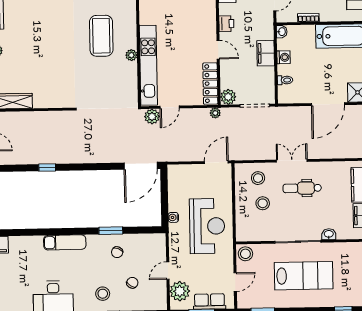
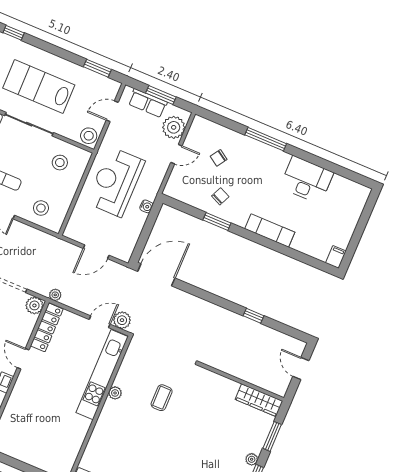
coffee table: (101, 36) -> (162, 398), moved, width x0.54, depth x0.58
door: (216, 162) -> (96, 252), moved
stool: (263, 203) -> (60, 163), moved
stool: (103, 294) -> (254, 160), removed

